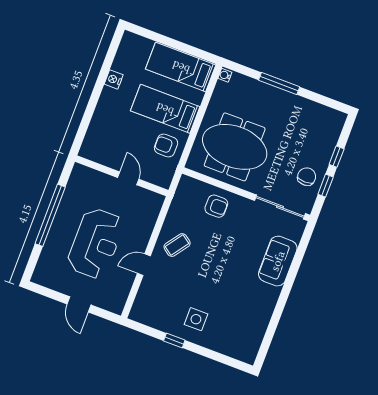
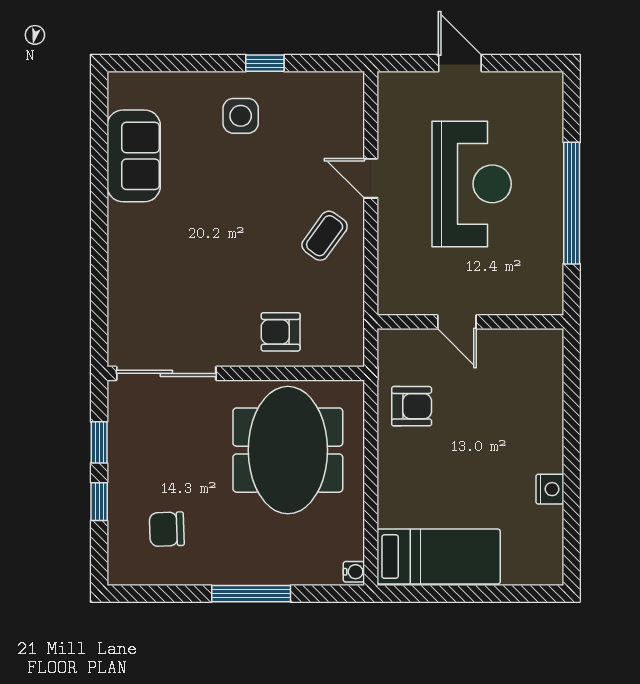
bed: (165, 109) -> (438, 471), removed
meeting table: (235, 147) -> (288, 450), turned 90
chair: (307, 177) -> (167, 529), moved, turned 88
reception desk: (96, 243) -> (472, 184), turned 180
sofa: (278, 261) -> (134, 156), moved
door: (144, 265) -> (371, 178), swing flipped

